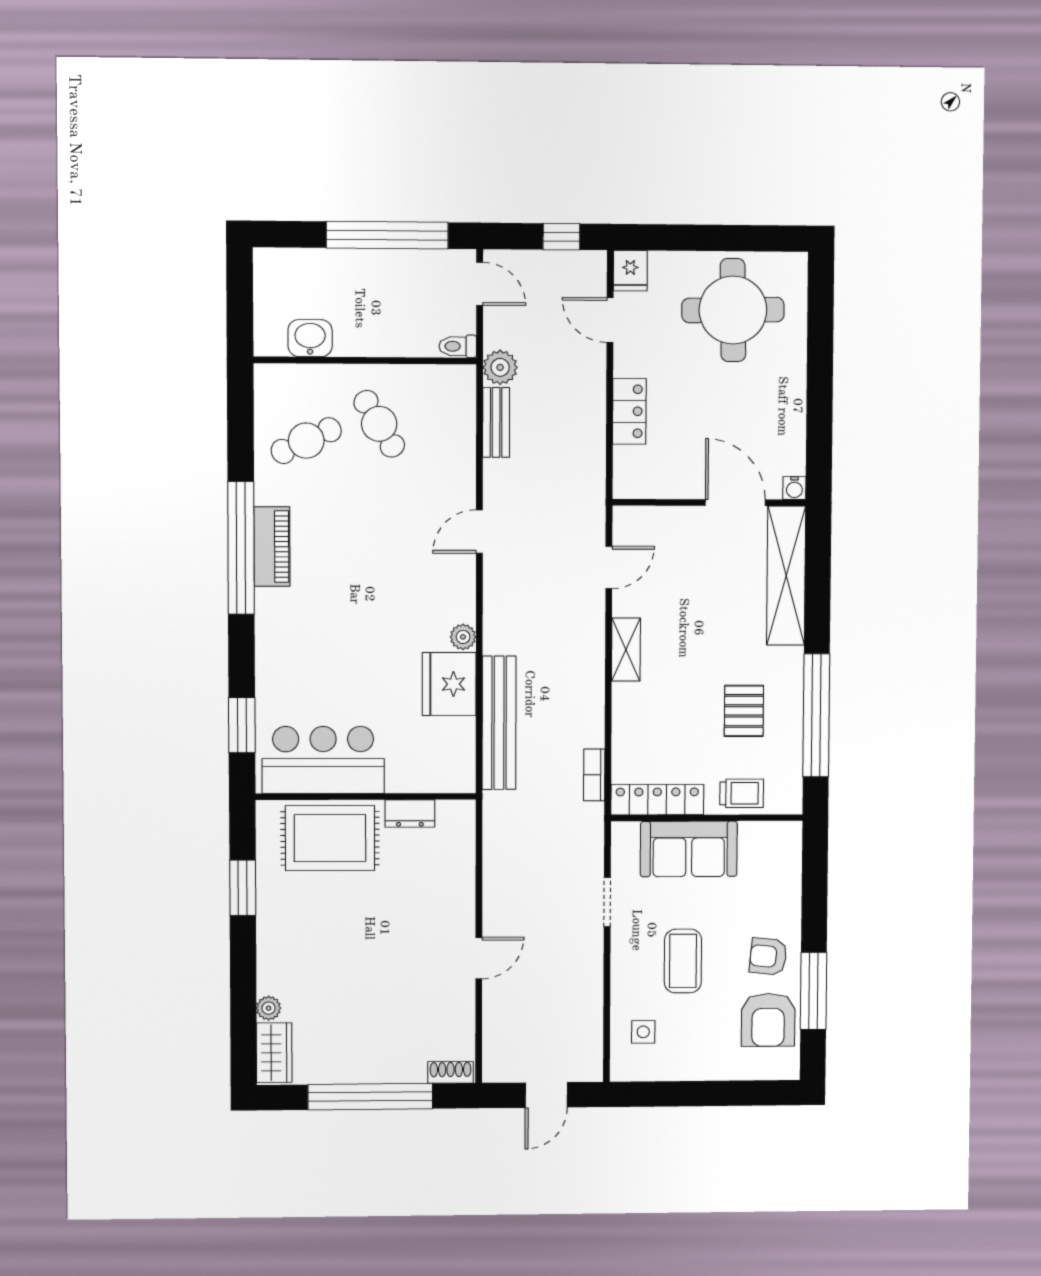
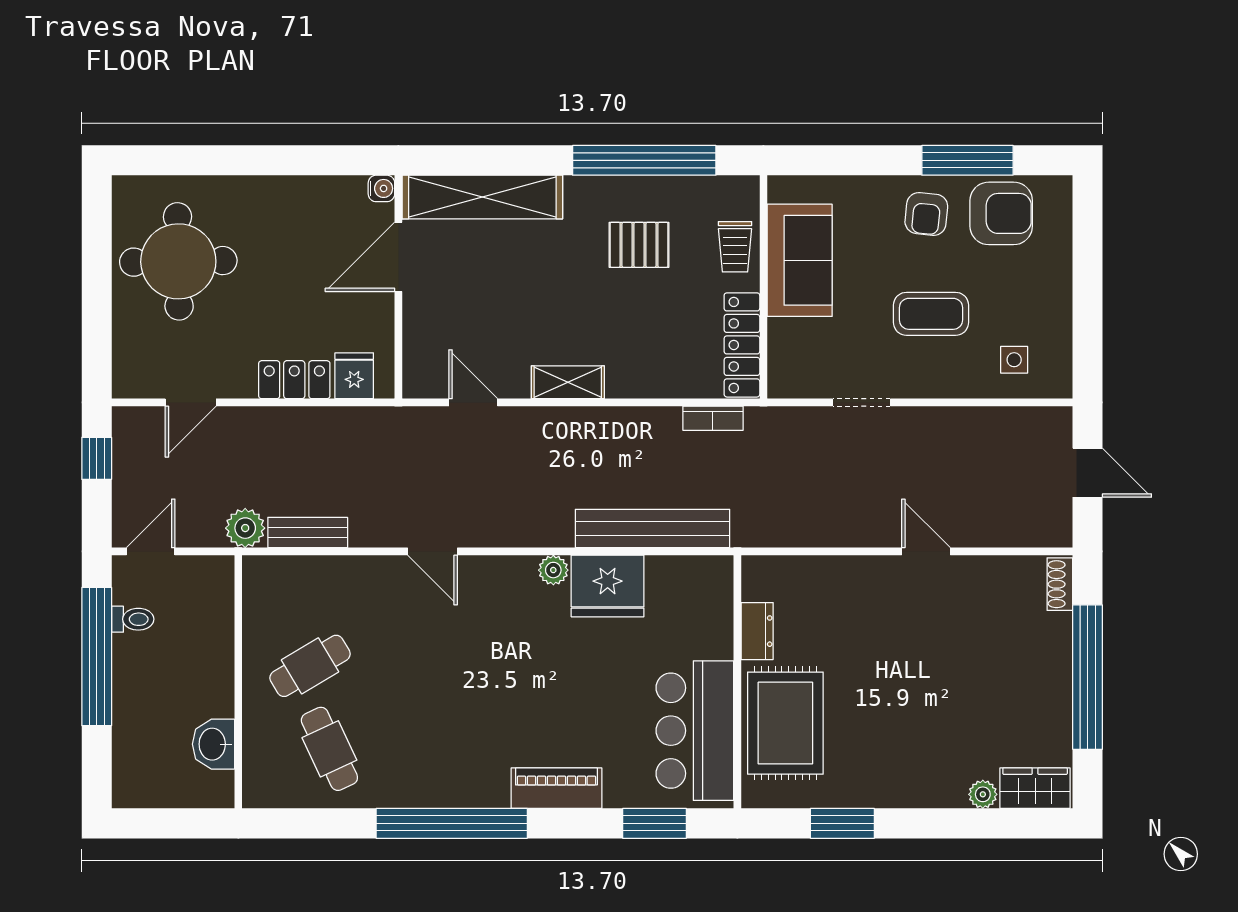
fridge: (630, 271) -> (354, 376), moved, turned -90
toilet: (458, 346) -> (133, 619), moved, turned -90
piano: (272, 546) -> (556, 788), moved
trolley: (742, 793) -> (735, 247), turned 180
sofa: (689, 849) -> (800, 260), moved

